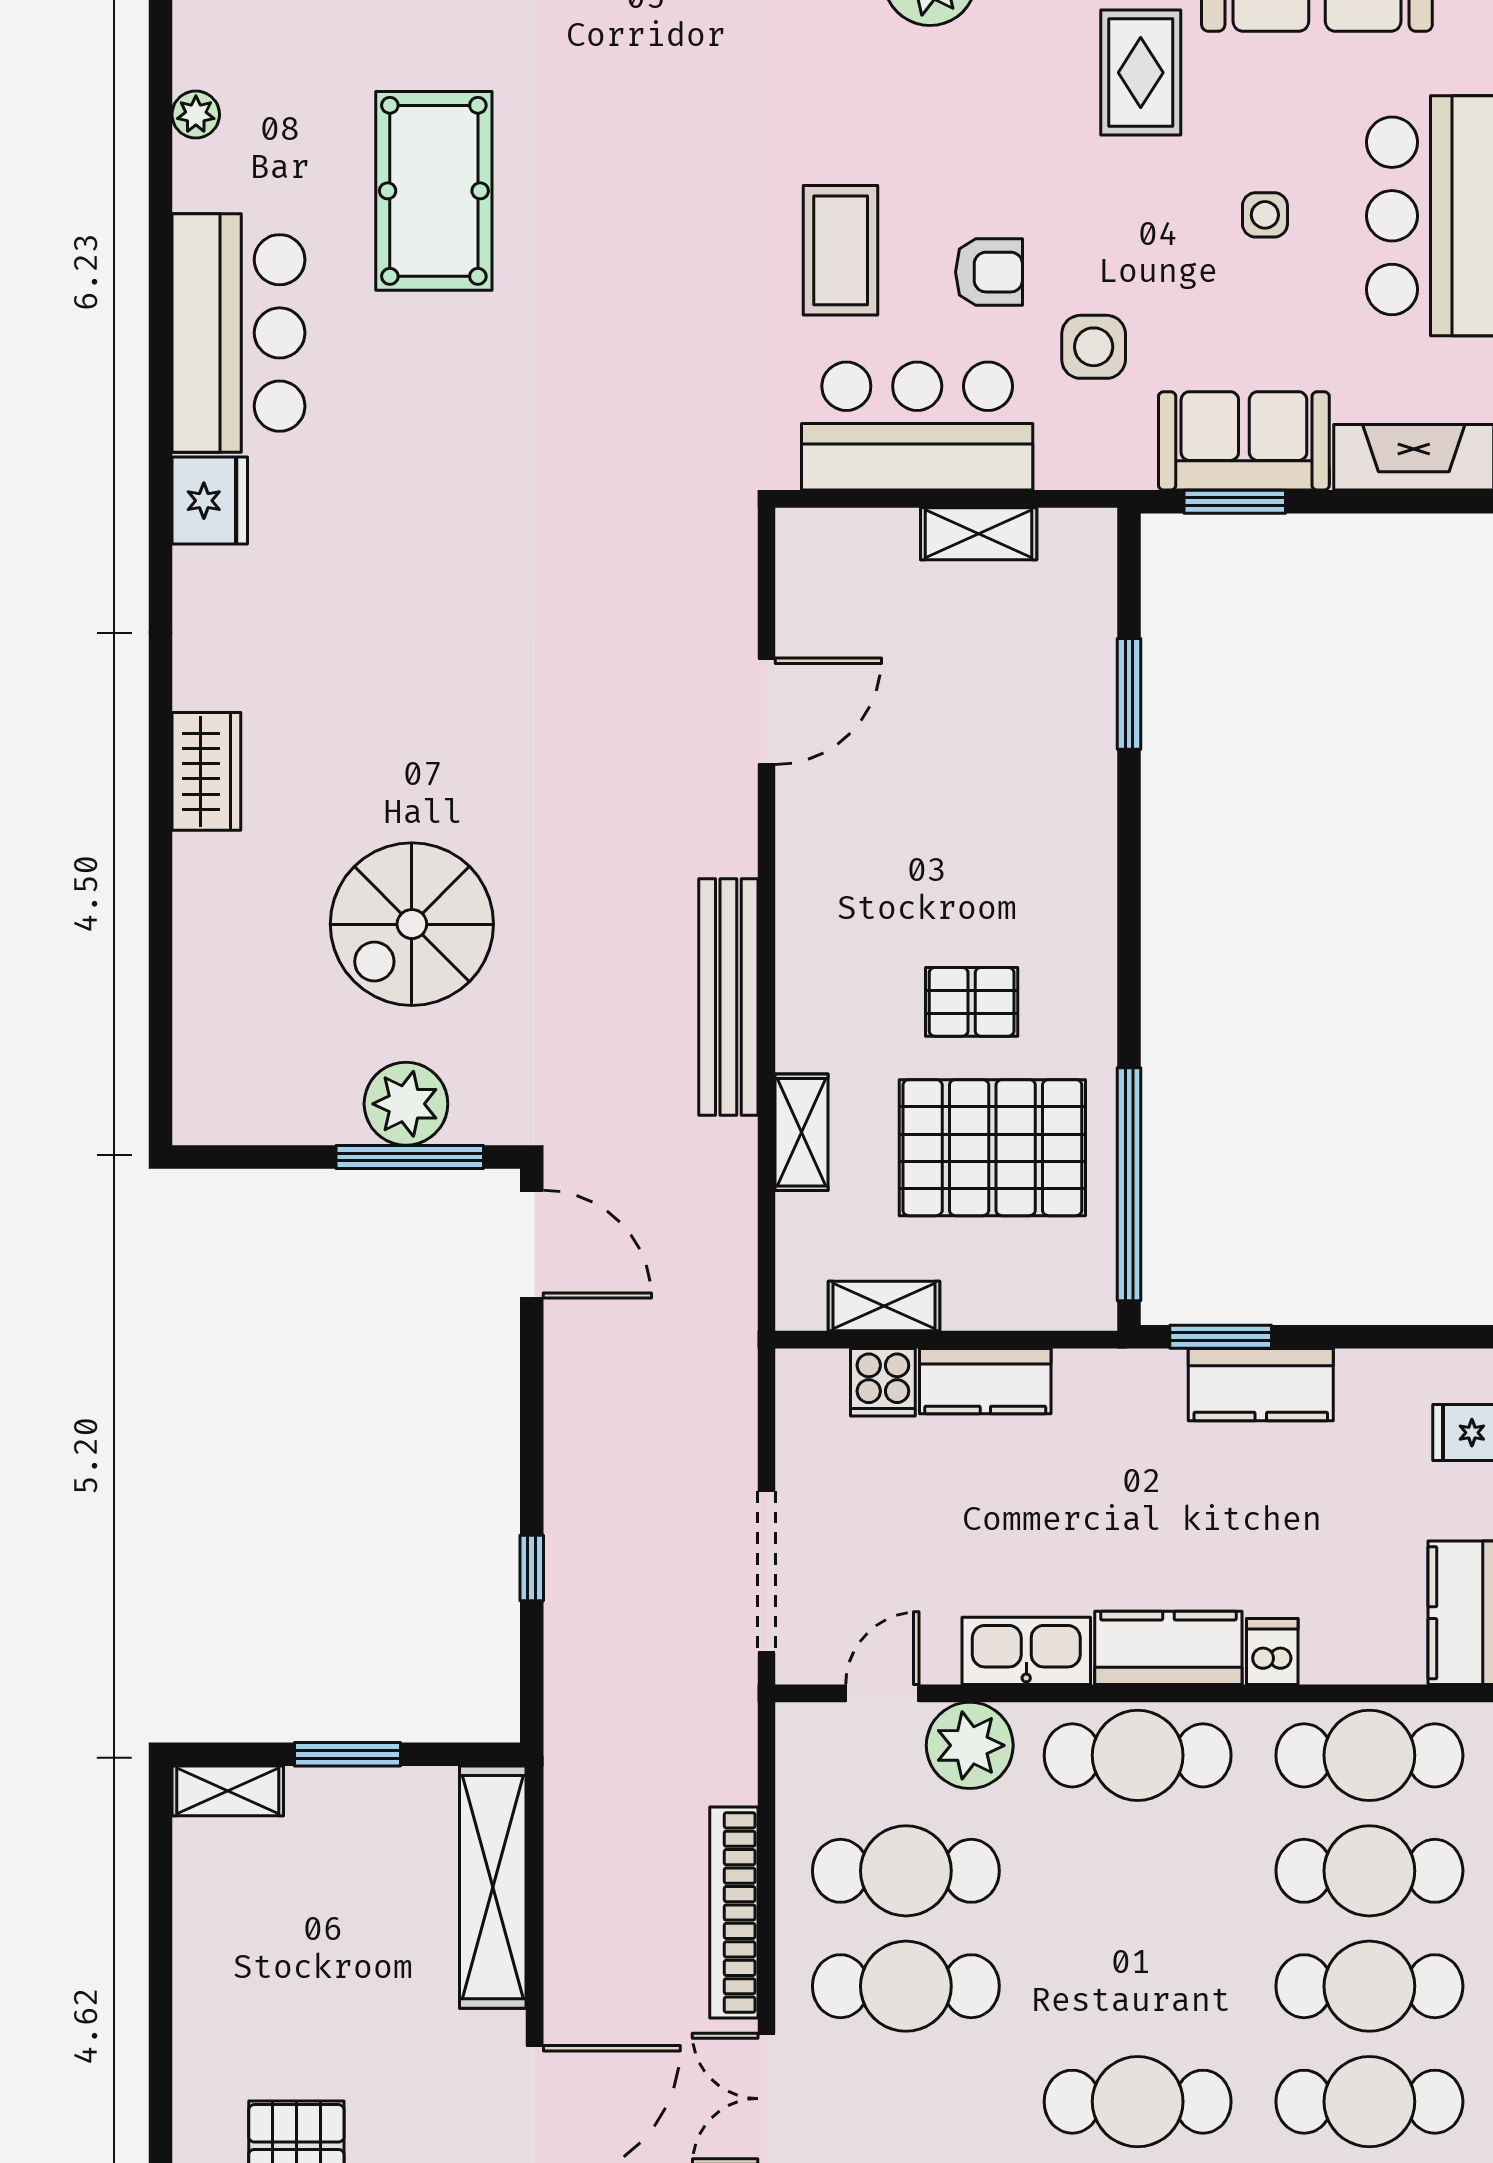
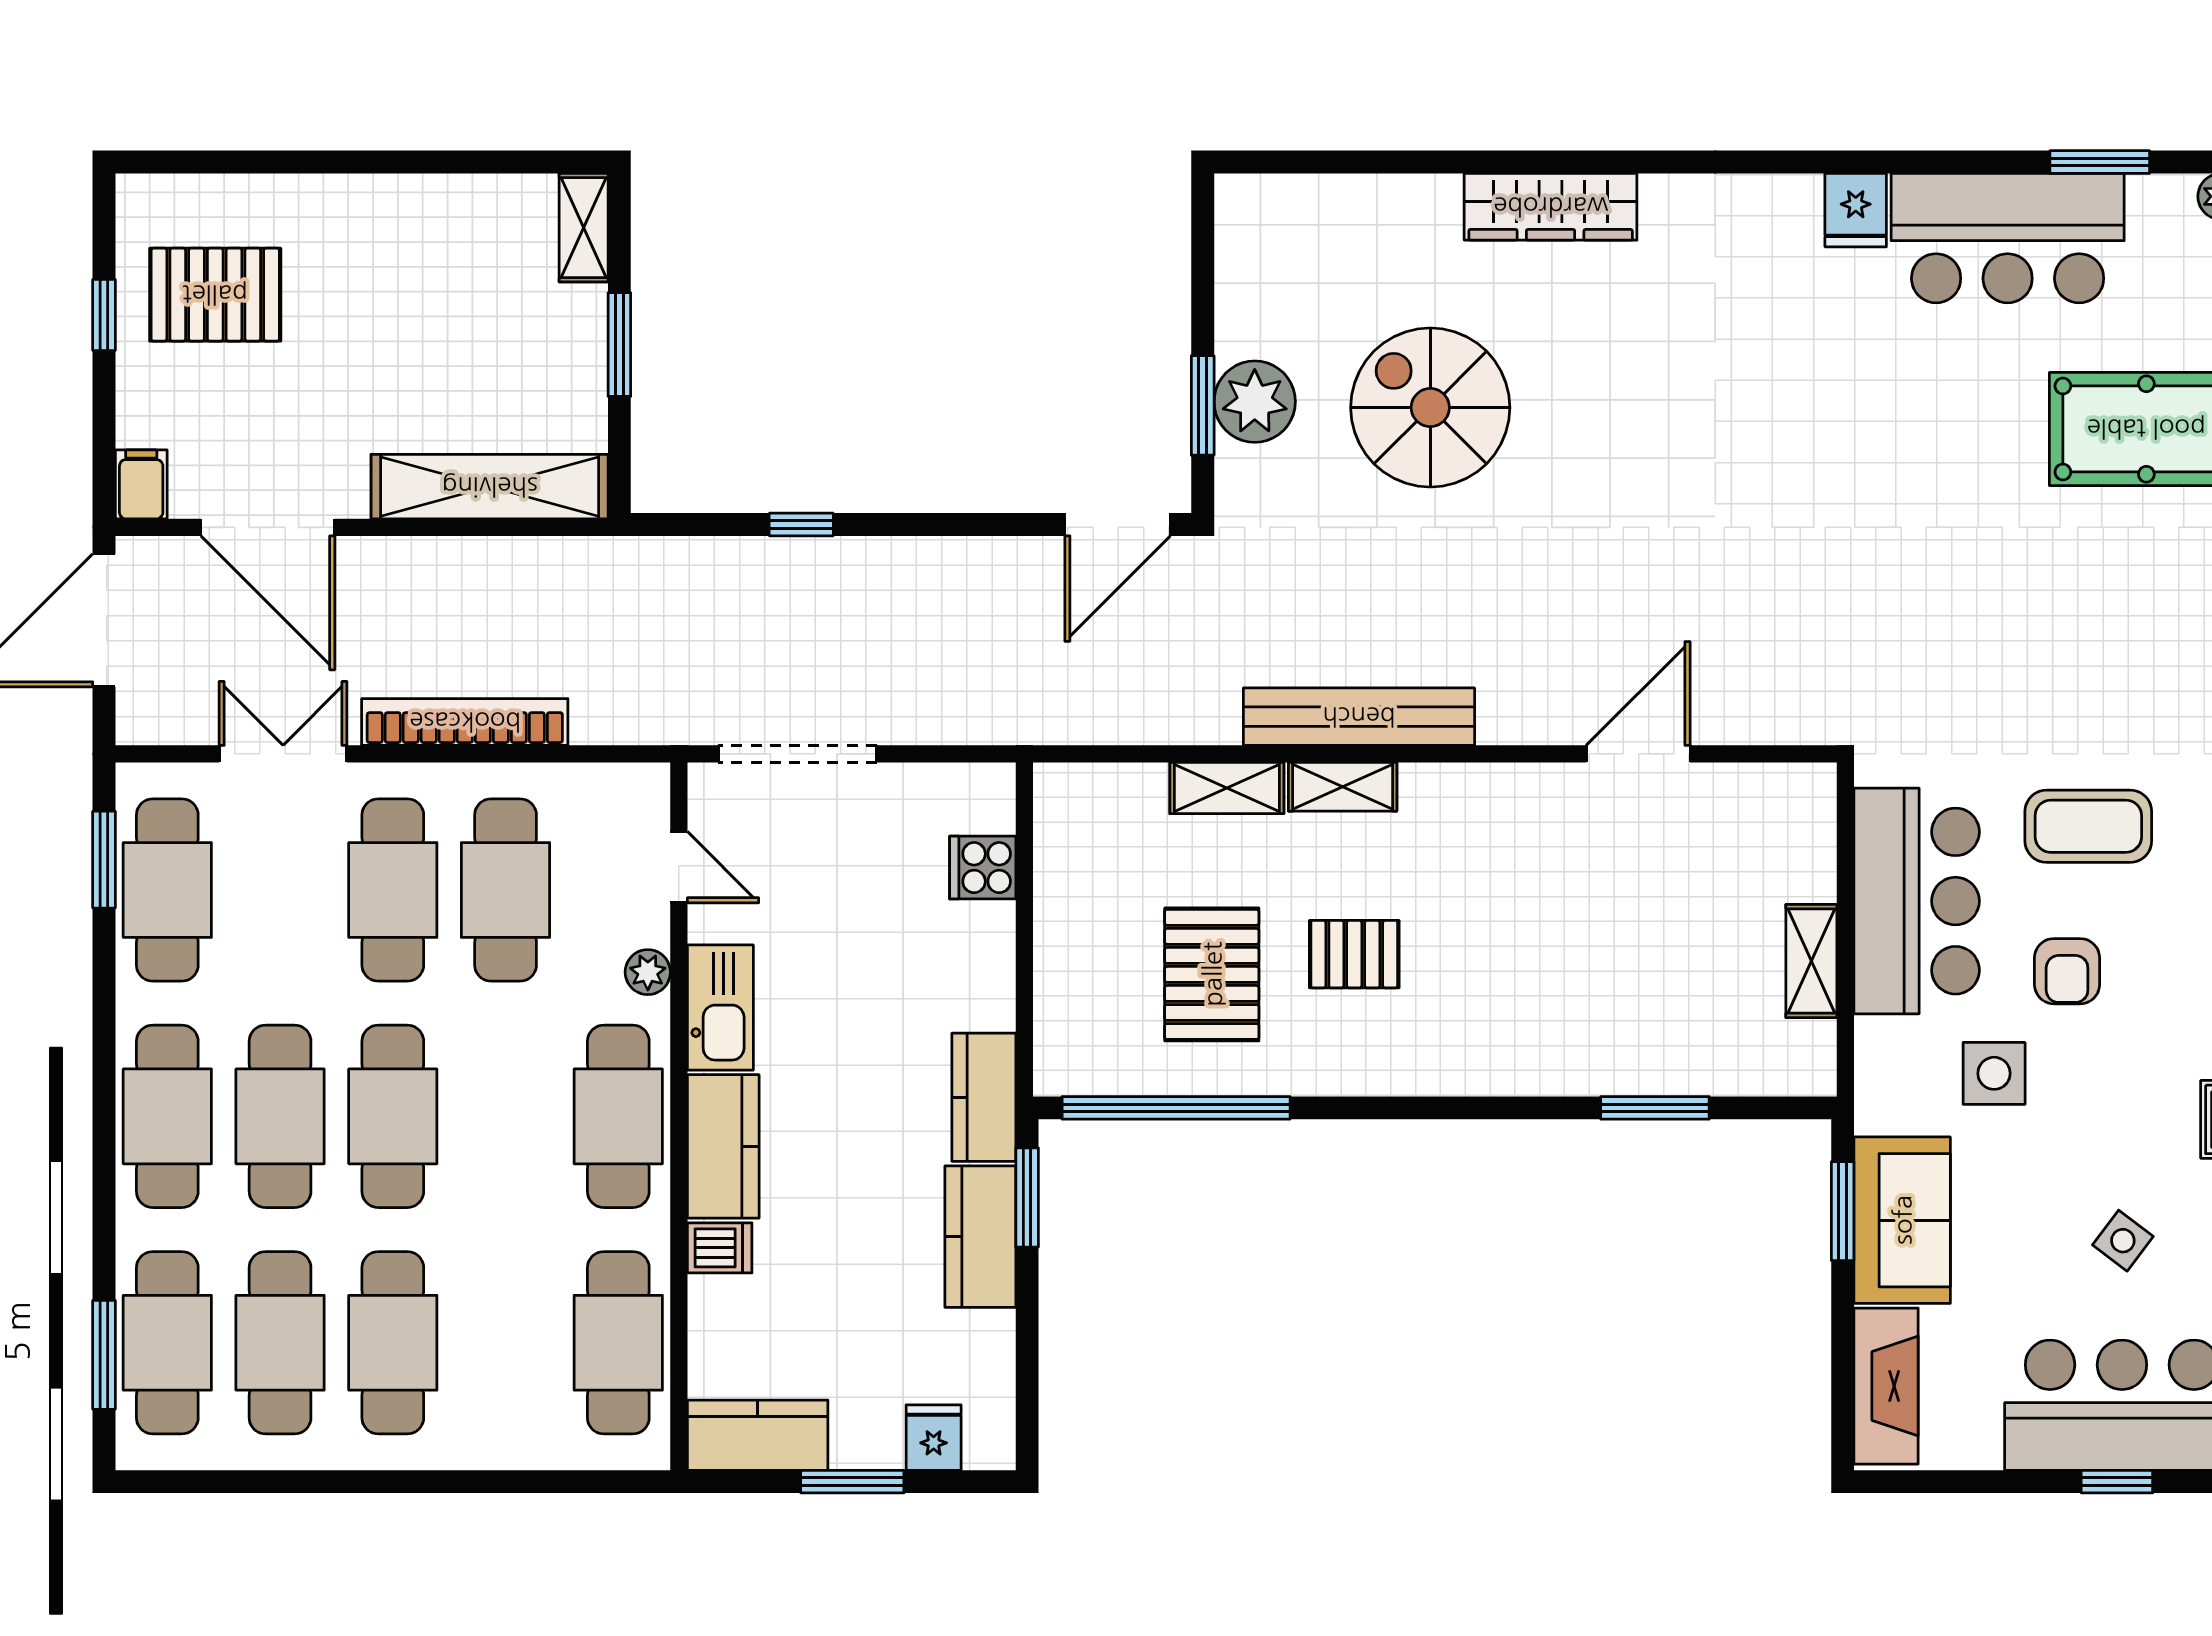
side table: (1265, 215) -> (2123, 1241), turned 37
window: (161, 239) -> (2100, 162), added
fridge: (210, 501) -> (1856, 210), width x0.72
door: (767, 711) -> (1638, 754), swing flipped
wardrobe: (206, 771) -> (1551, 207), width x1.50
pallet: (972, 1002) -> (1354, 954), turned 90
pallet: (992, 1148) -> (1212, 974), width x0.73, depth x0.71
window: (410, 1157) -> (1203, 405), width x0.69
shelving: (884, 1306) -> (1343, 787), moved, turned 90
kitchen counter: (985, 1381) -> (984, 1097), moved
plant: (970, 1745) -> (648, 972), width x0.53, depth x0.53
cafe table: (1369, 1871) -> (393, 1116), moved

